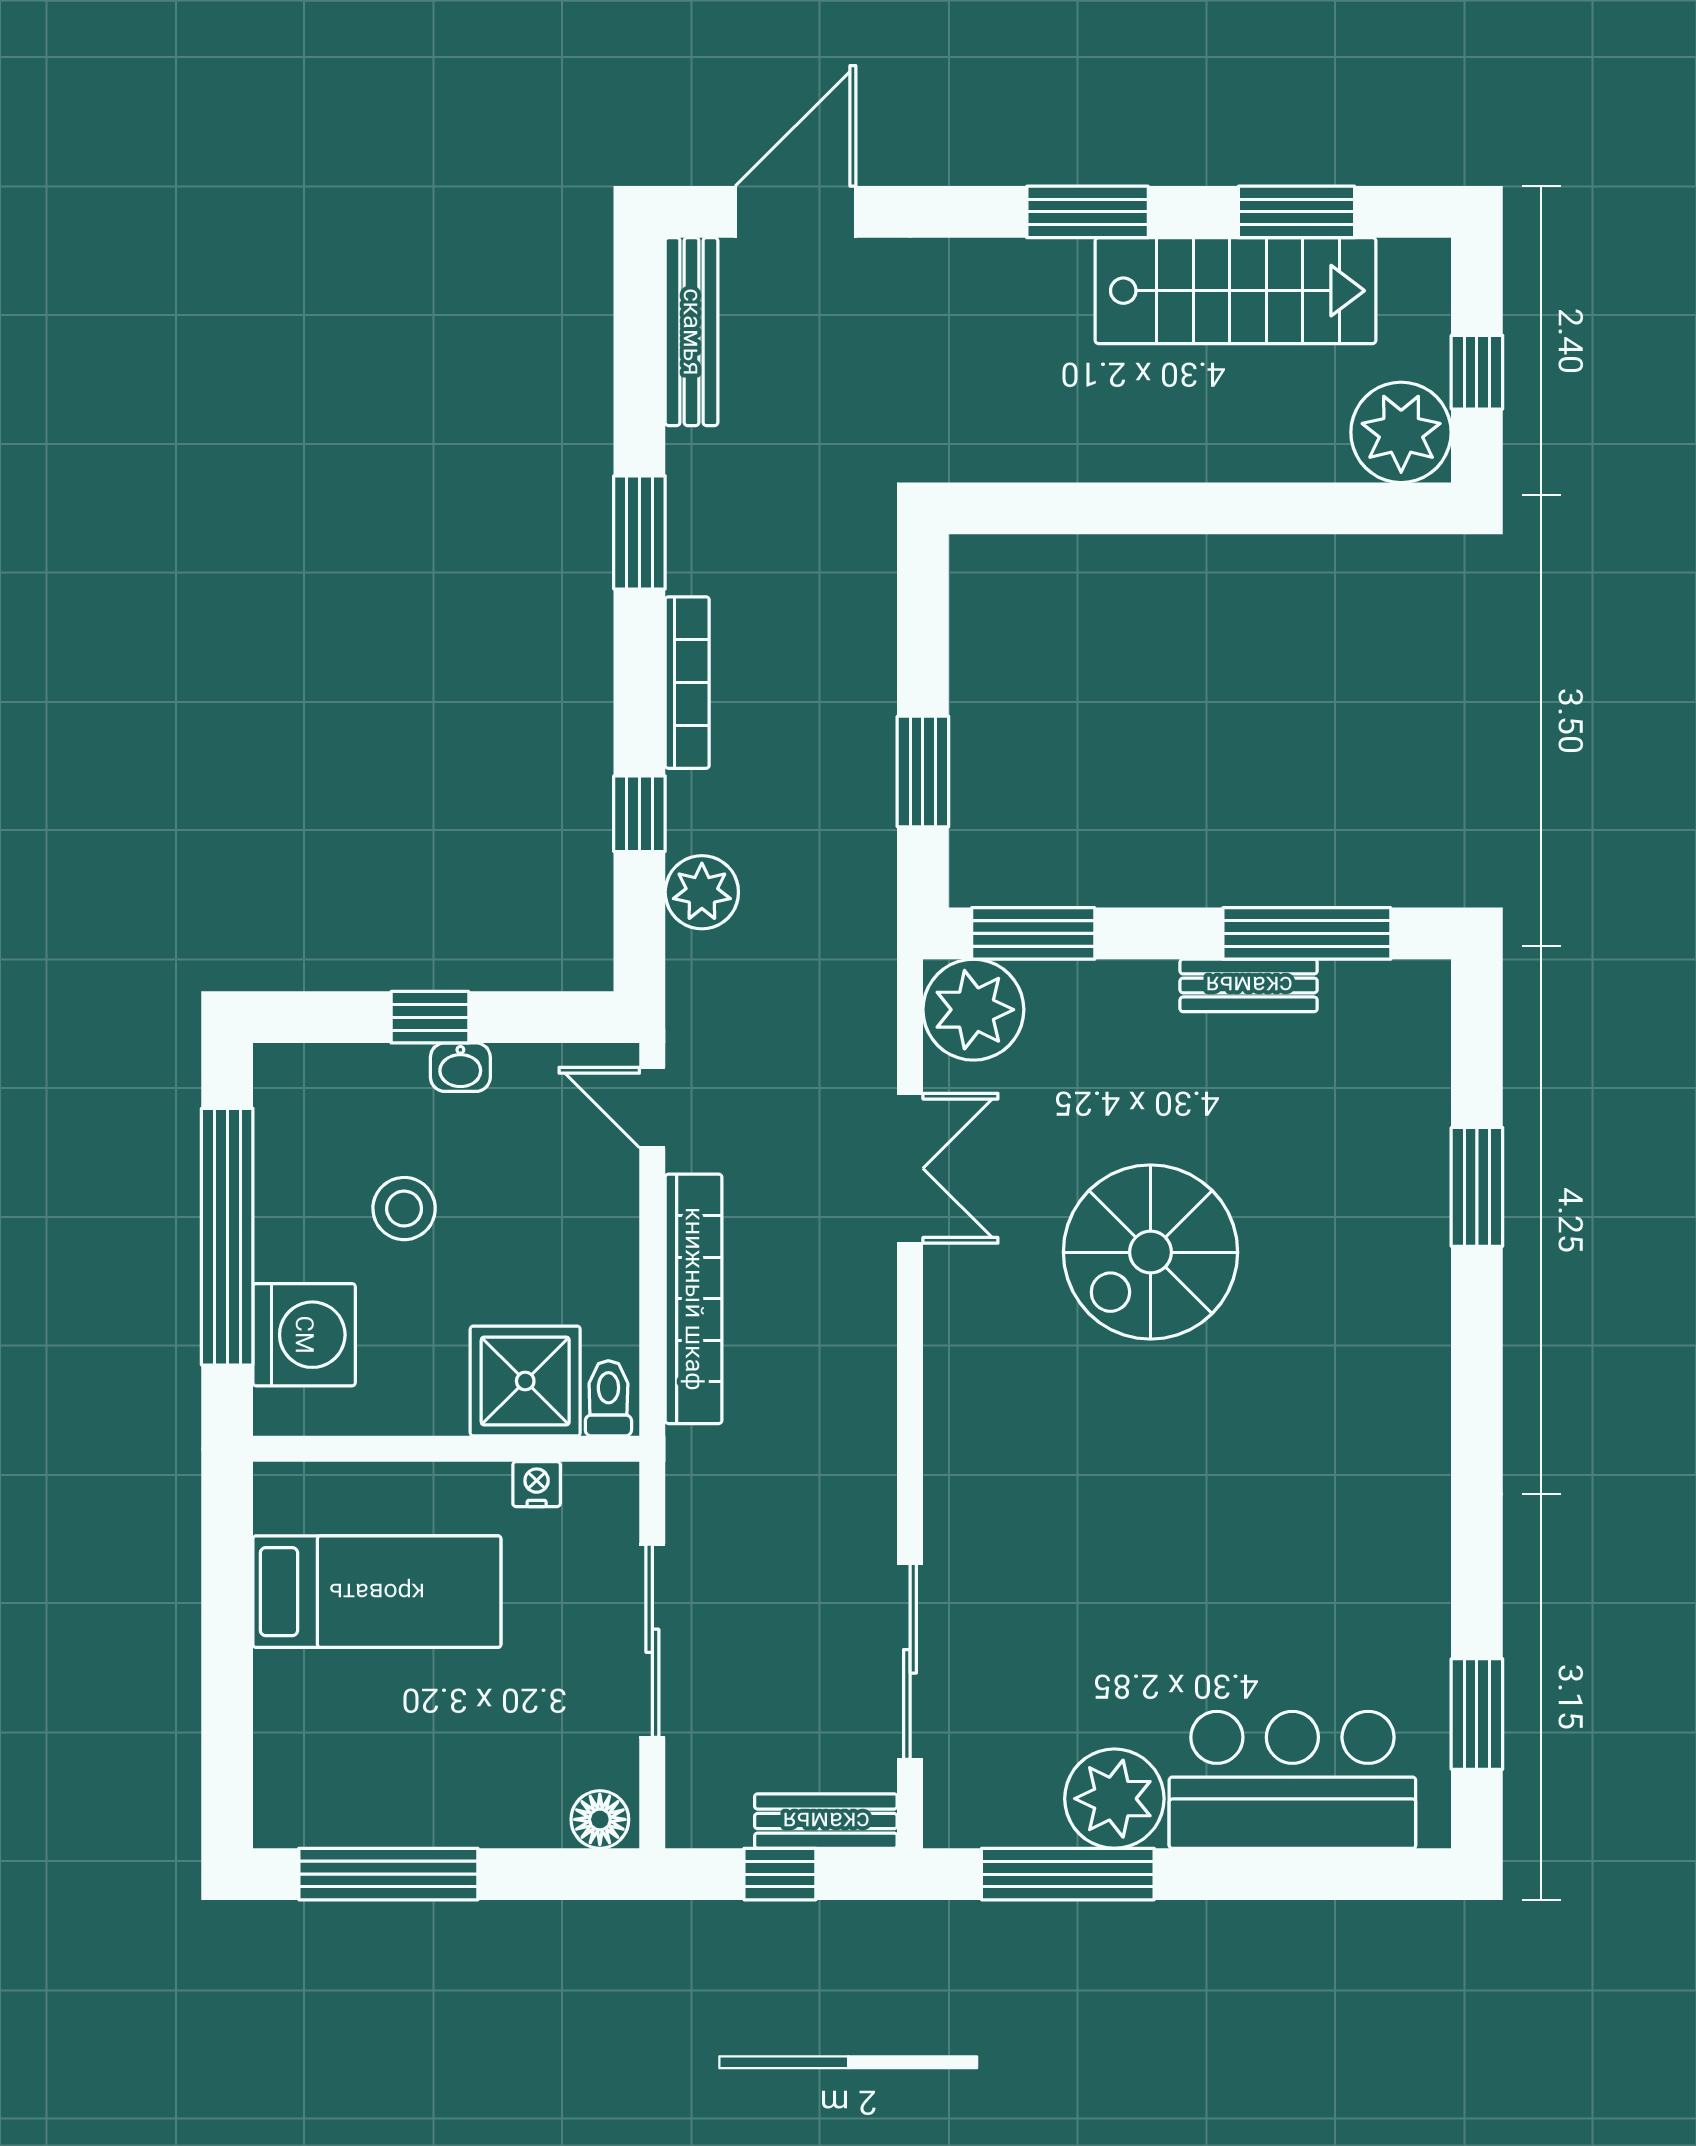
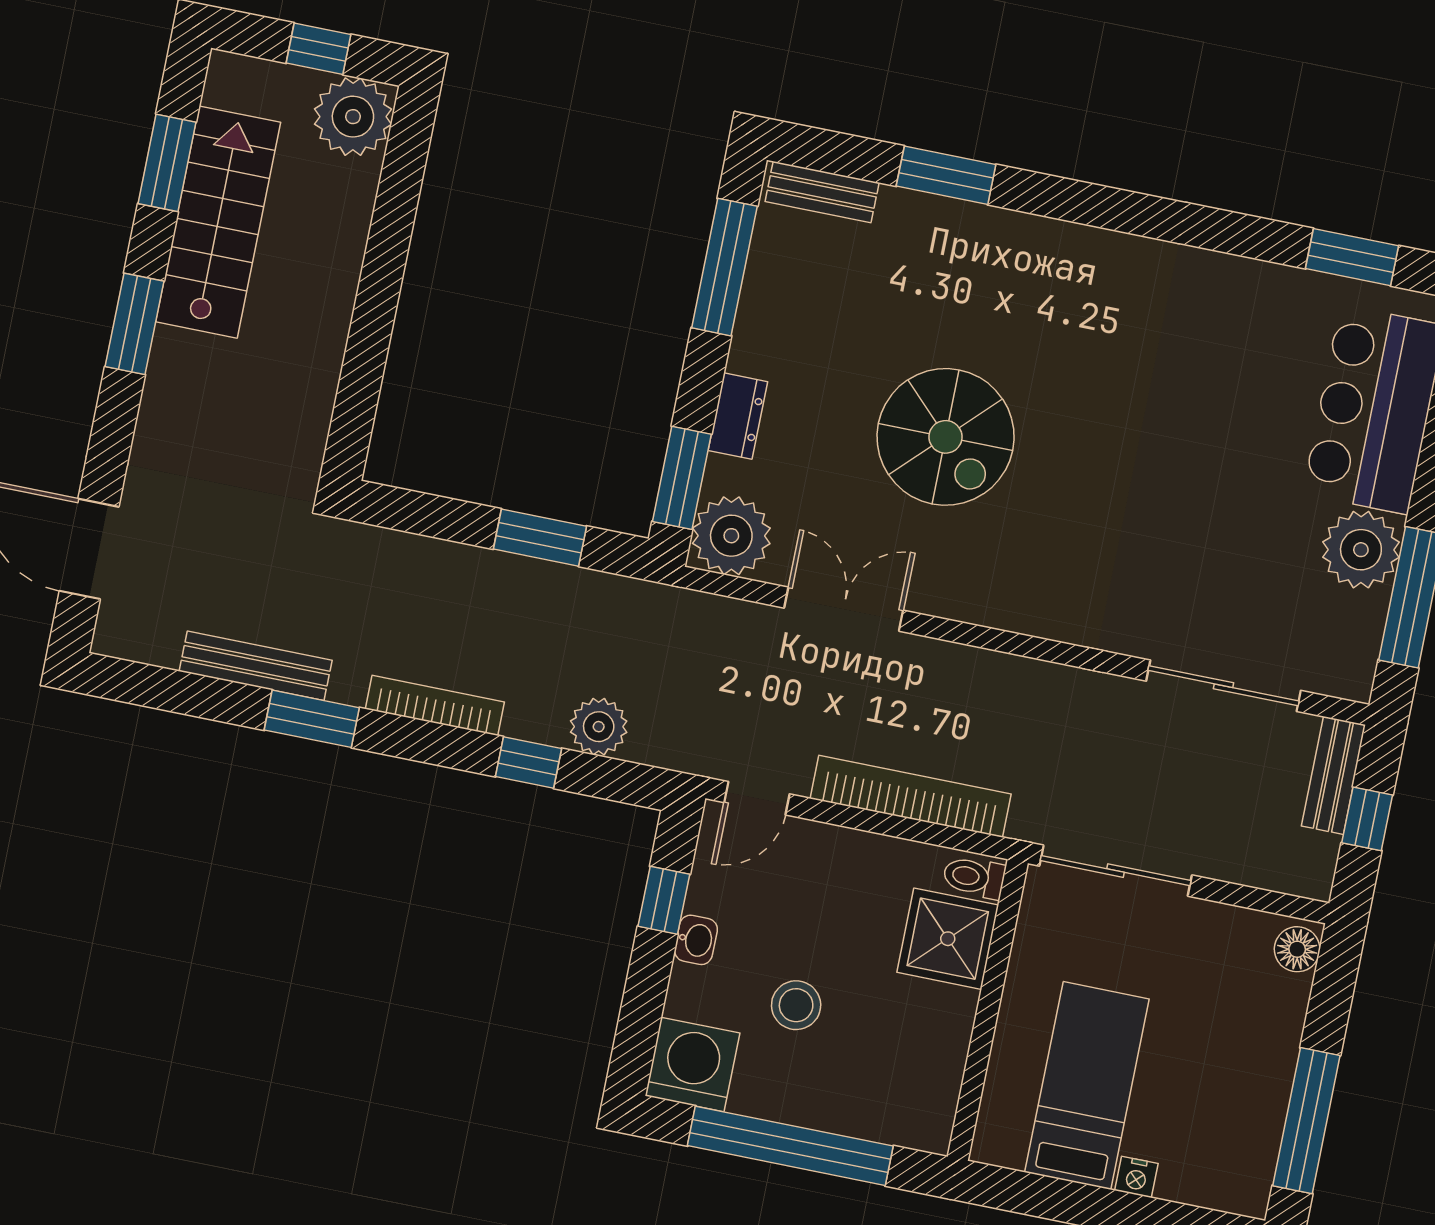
bench: (692, 332) -> (256, 666), moved
bench: (1249, 985) -> (822, 192), moved, turned 90
dresser: (1124, 988) -> (738, 416), added
window: (430, 1017) -> (664, 900), moved
washing machine: (304, 1335) -> (692, 1064), moved
nightstand: (537, 1484) -> (1136, 1177), moved, turned -90
sliding door: (652, 1641) -> (1116, 871), moved

